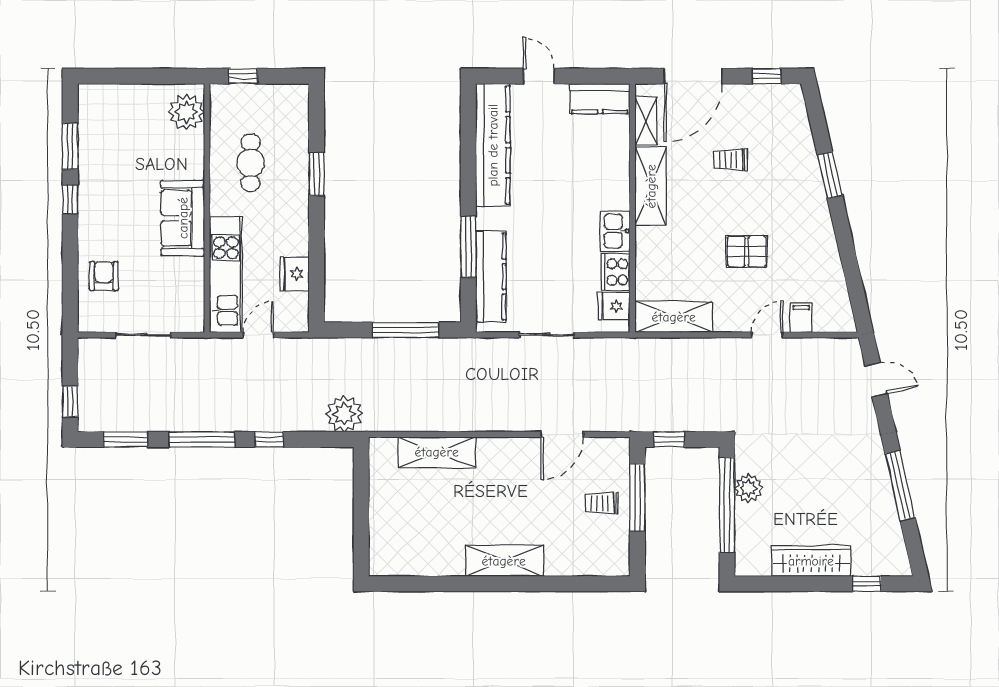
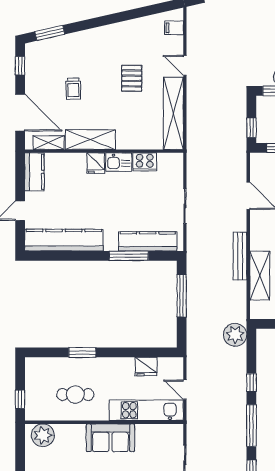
window: (830, 175) -> (50, 33), moved
fridge: (614, 306) -> (96, 163), moved
shelving: (674, 317) -> (173, 113), width x1.47
filing cabinet: (801, 318) -> (174, 28), moved
bench: (468, 421) -> (240, 256), added

